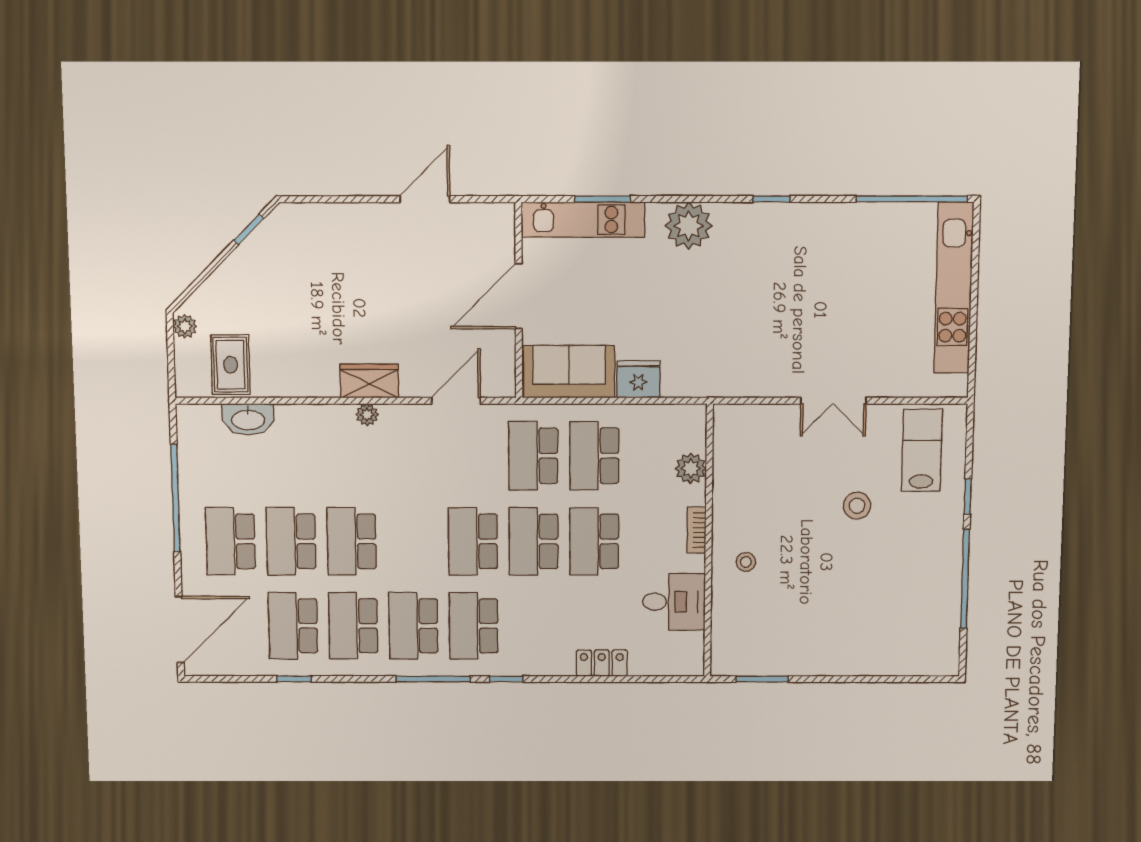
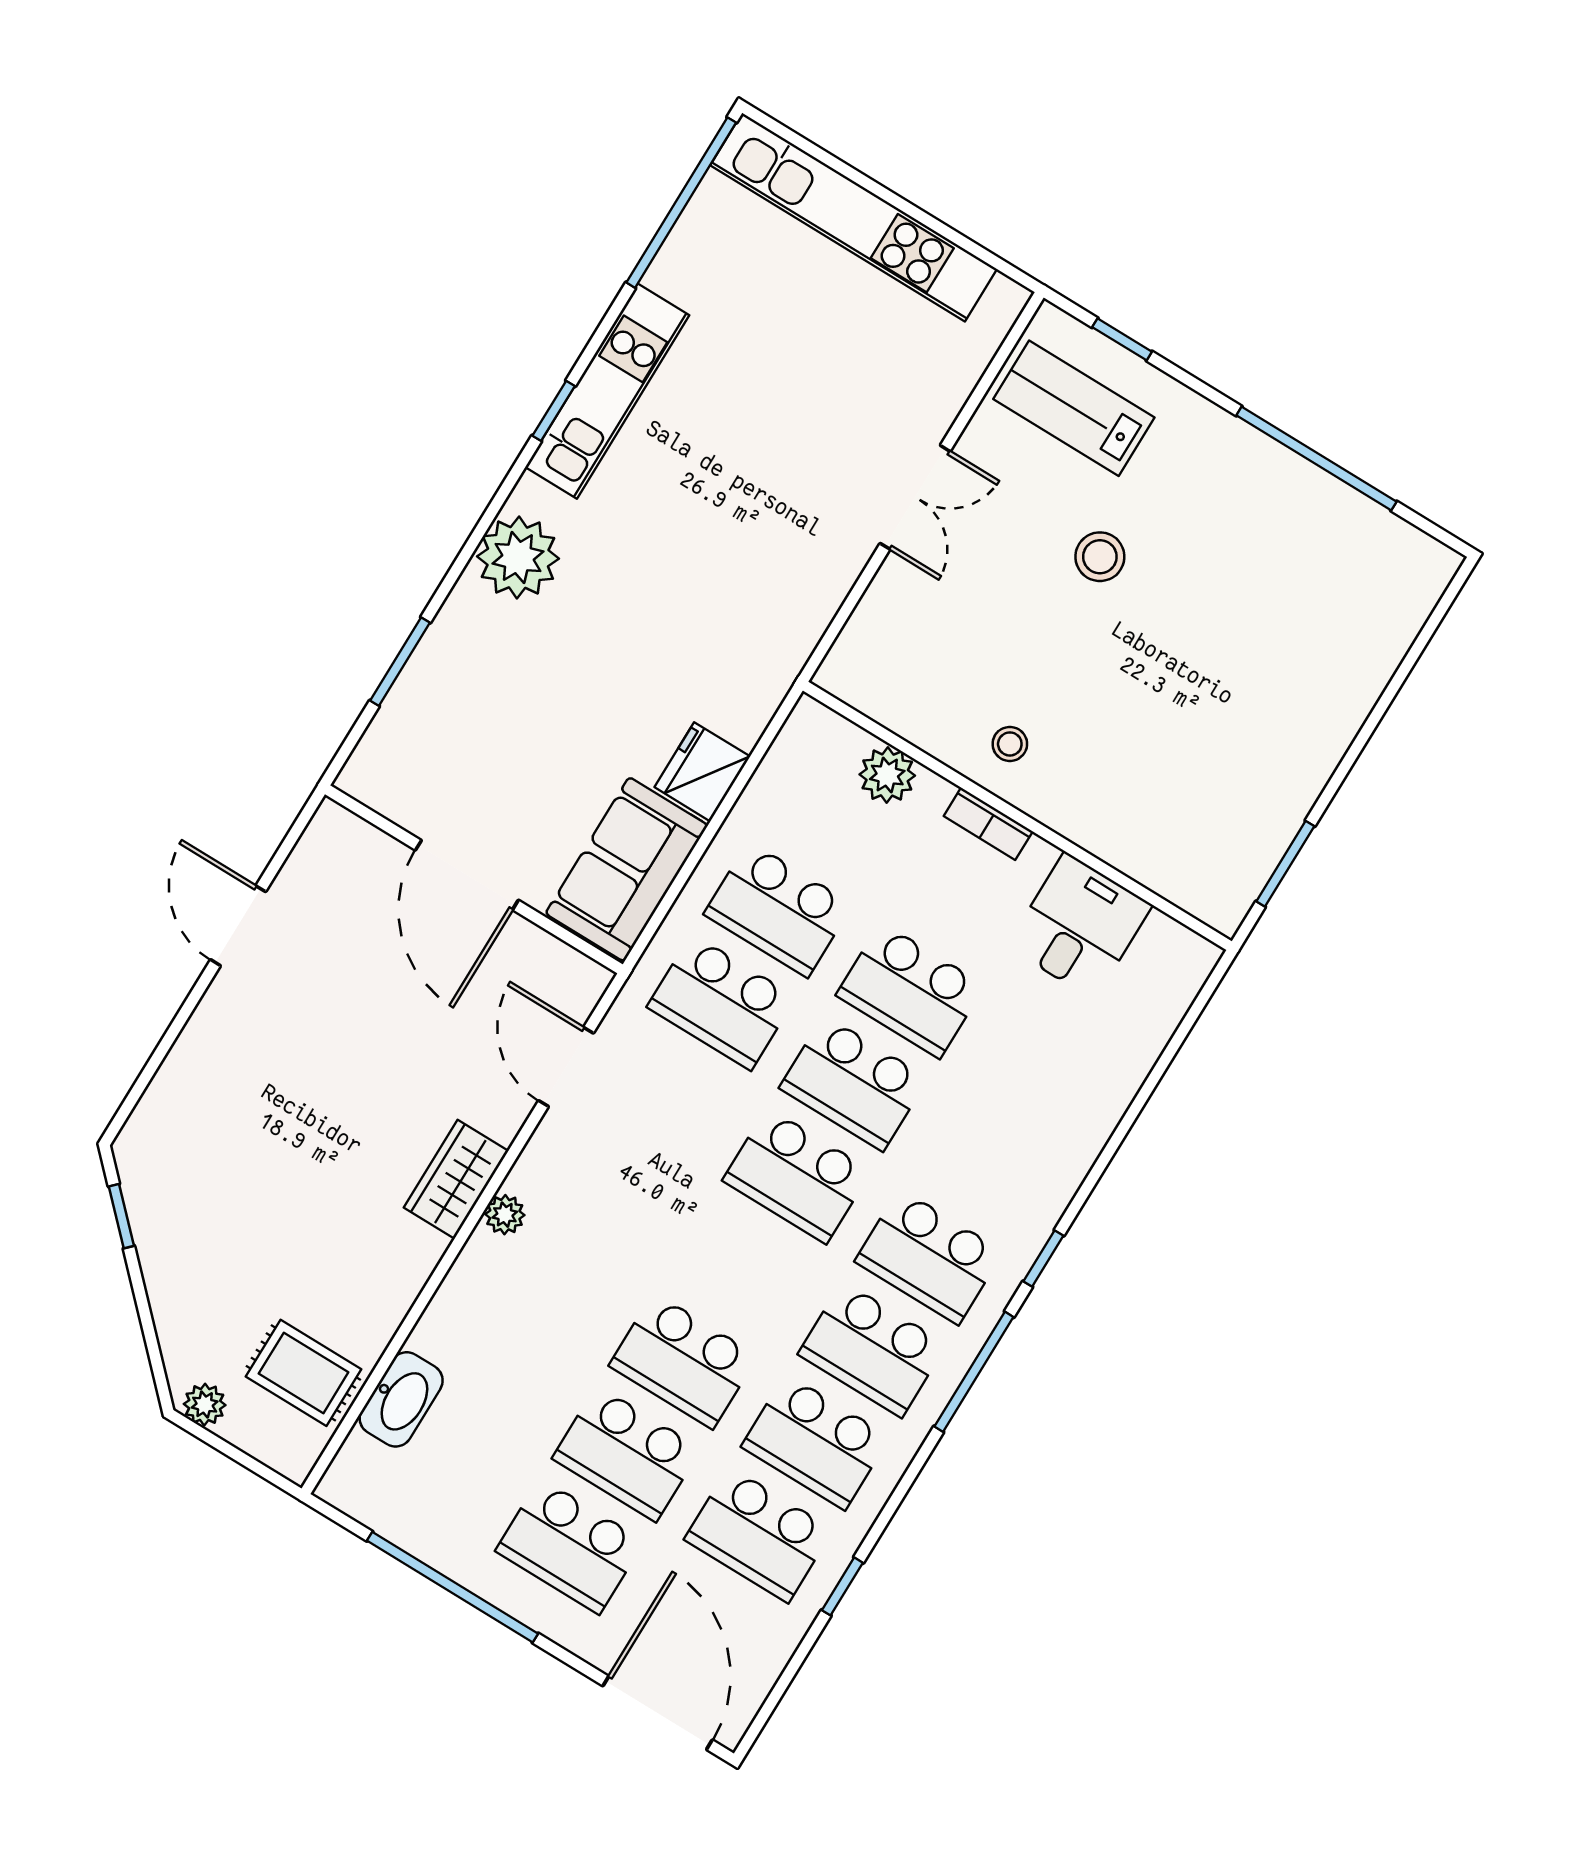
kitchen unit: (583, 220) -> (607, 391), moved
window: (968, 497) -> (1122, 339), moved
stool: (746, 562) -> (1010, 744), moved
locker: (602, 663) -> (1109, 1096), removed

